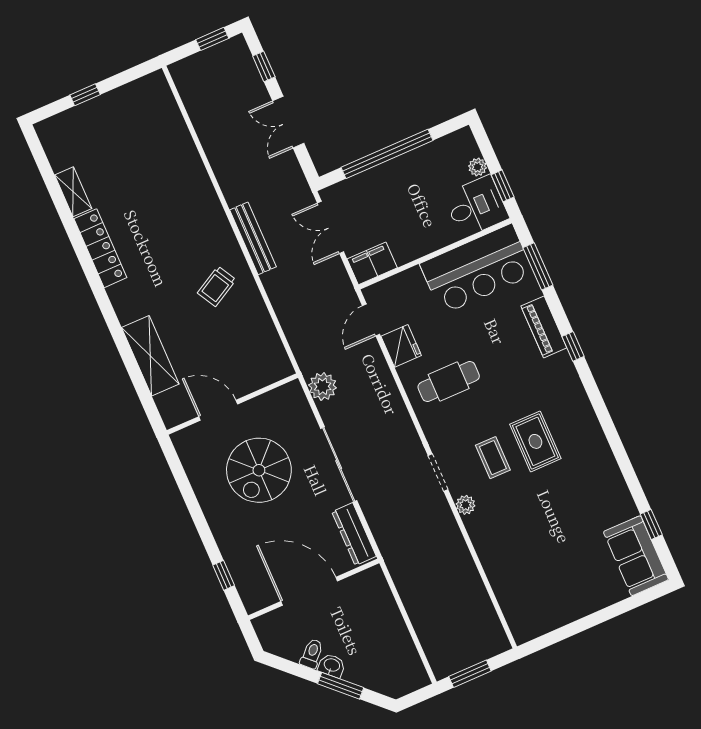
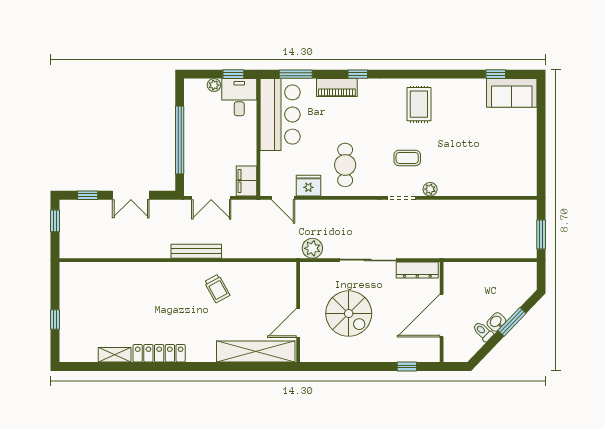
shelving: (150, 356) -> (256, 351), width x1.47
rug: (535, 441) -> (419, 104), moved, turned 90

